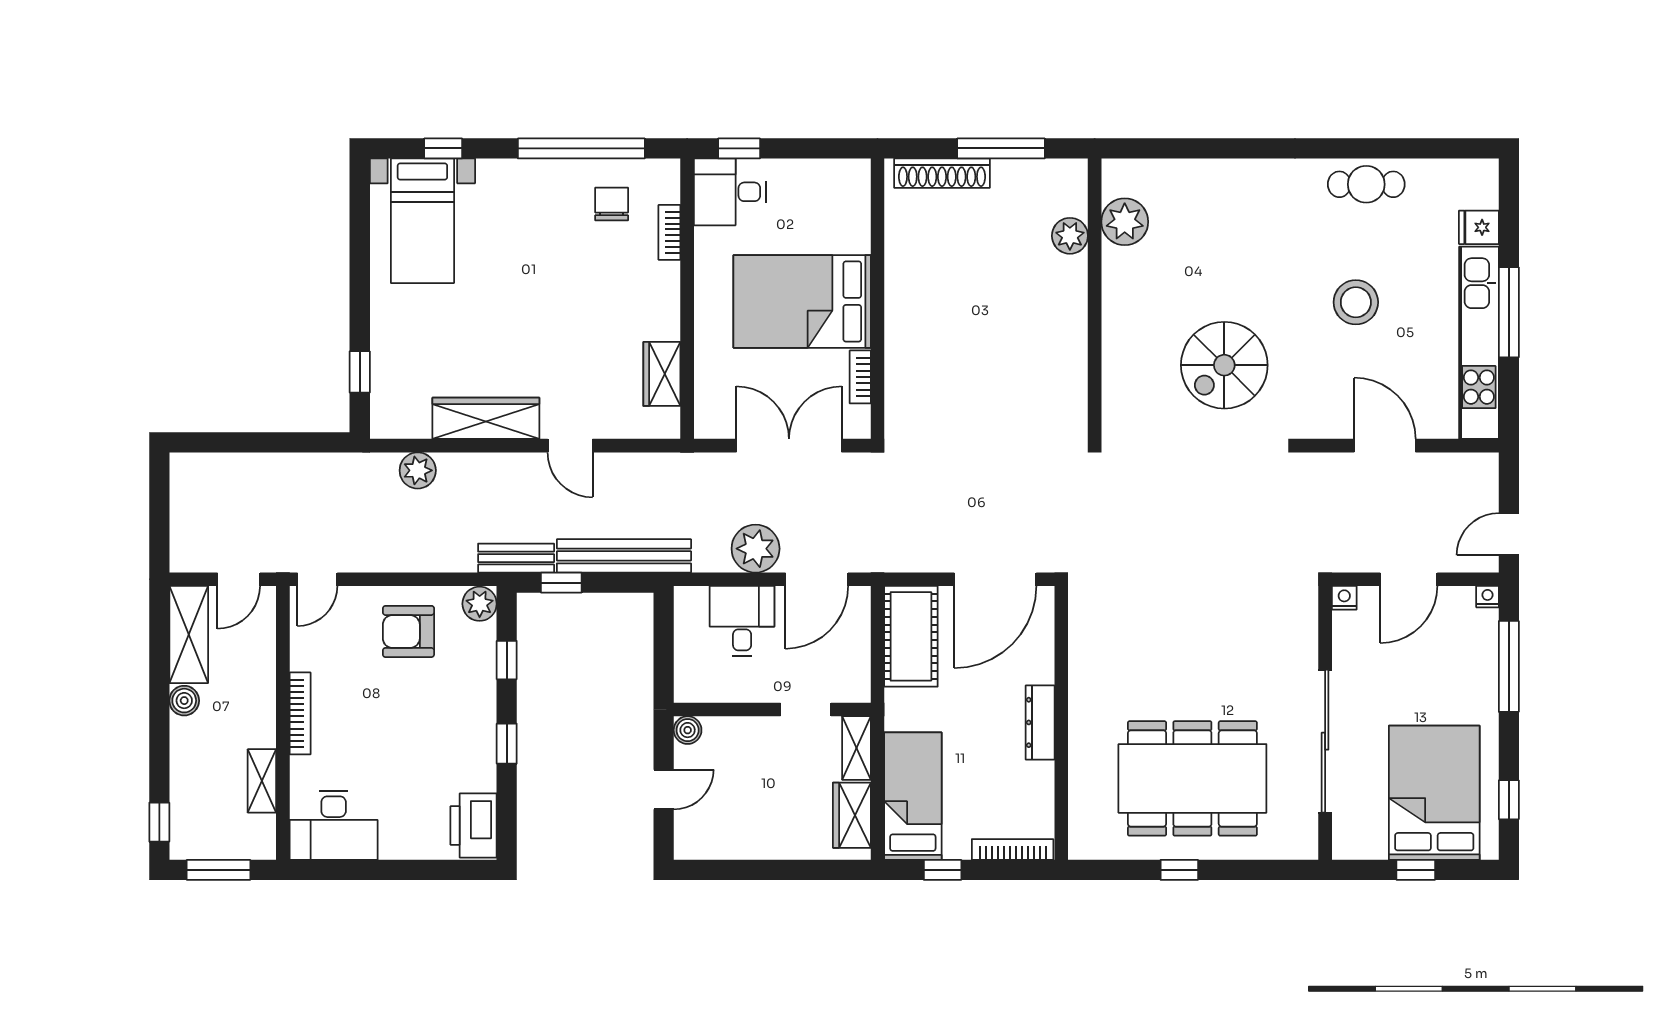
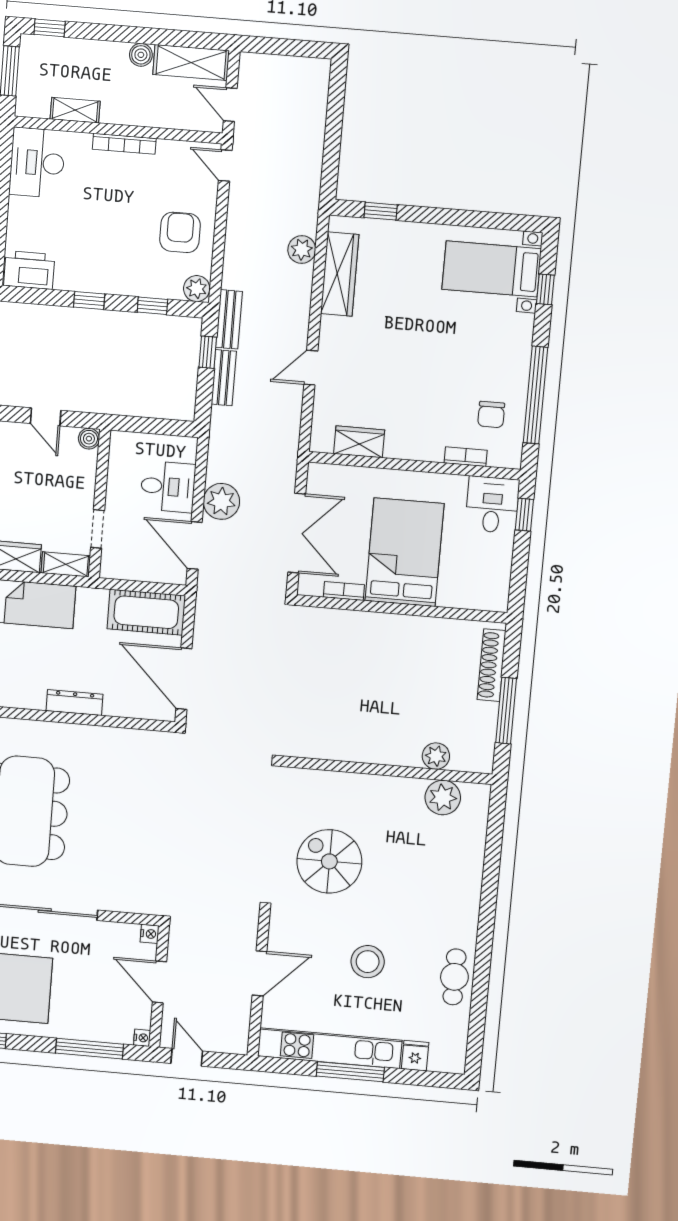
chair: (612, 204) -> (491, 415), turned 90
wardrobe: (486, 418) -> (340, 274), moved
bench: (624, 556) -> (224, 378), width x0.54, depth x0.82

